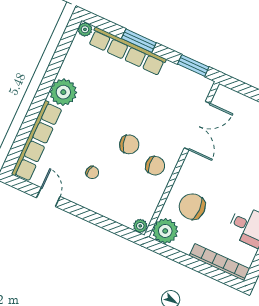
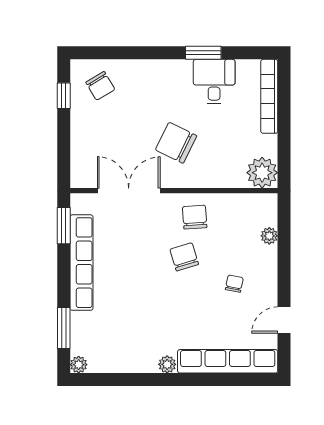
window: (139, 41) -> (64, 328), moved
row of seats: (127, 51) -> (81, 263), moved
plant: (63, 92) -> (167, 364), width x0.53, depth x0.53
chair: (192, 207) -> (176, 143), moved, turned 116
plant: (140, 226) -> (269, 236), moved

